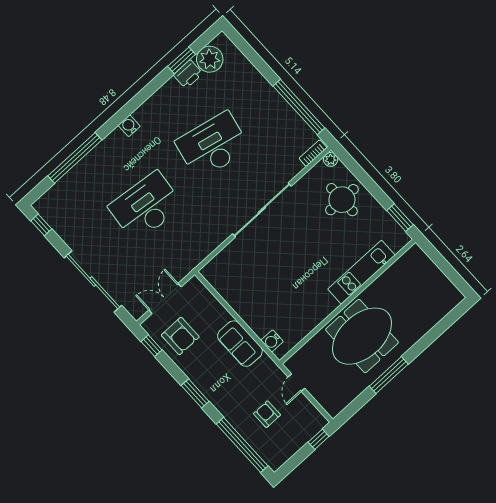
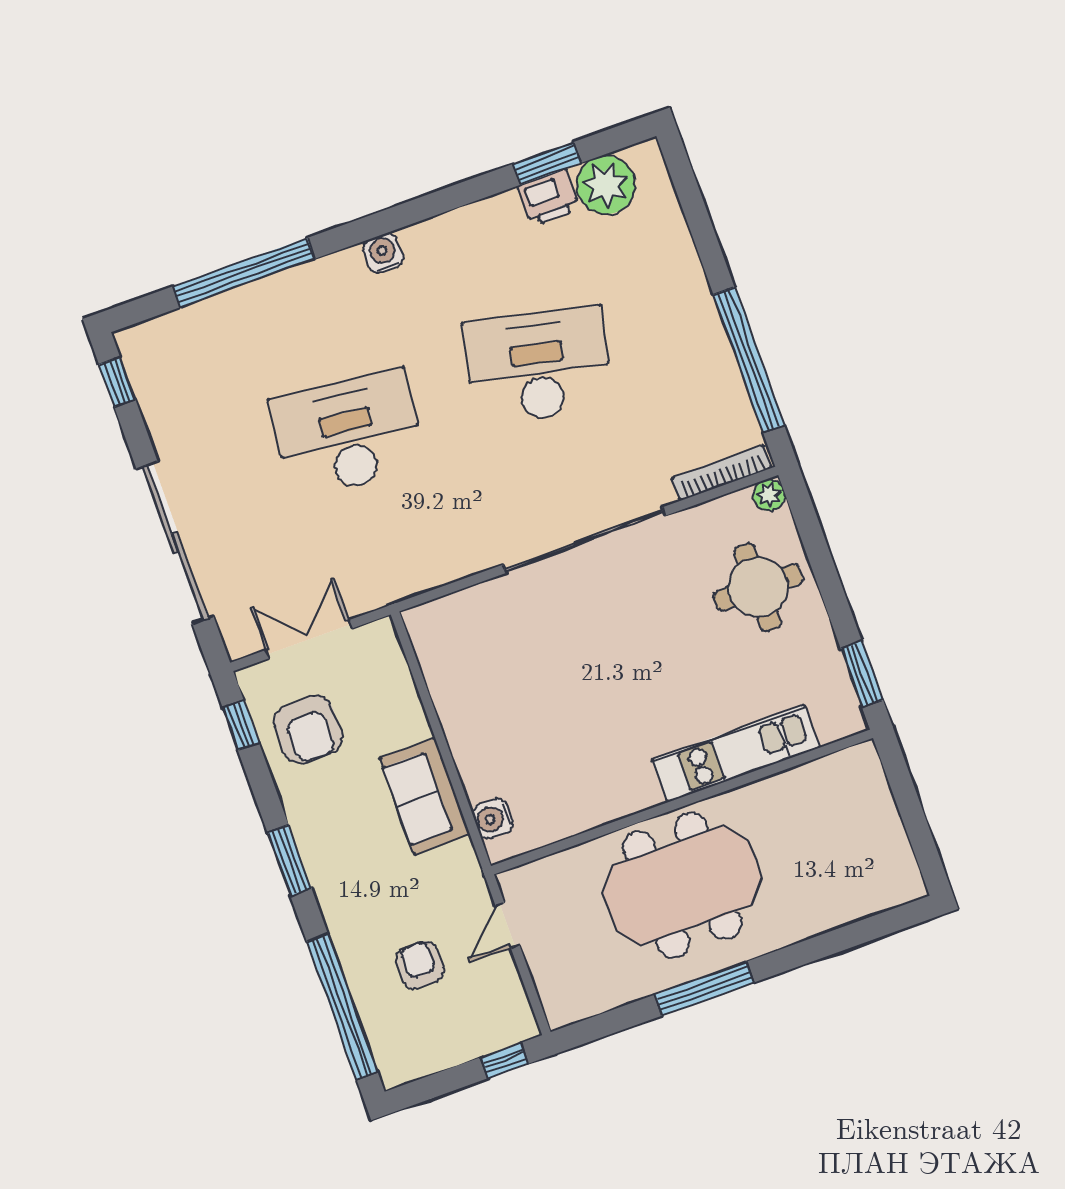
bookcase: (313, 153) -> (722, 473), width x1.56

